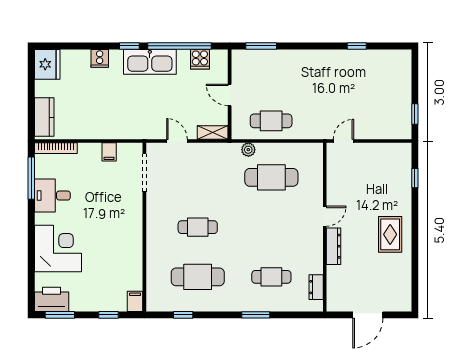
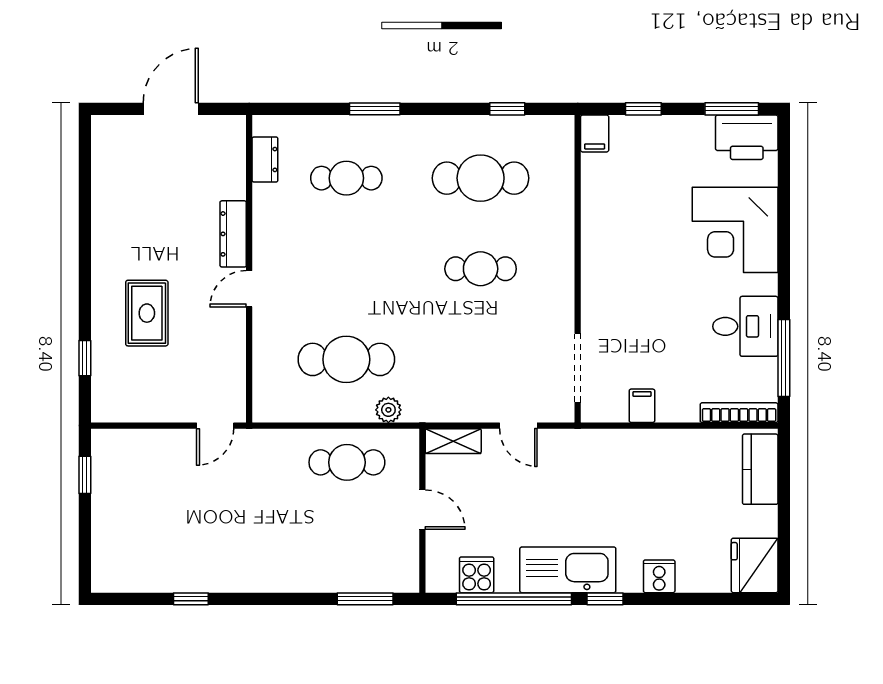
rug: (390, 234) -> (147, 313), moved

